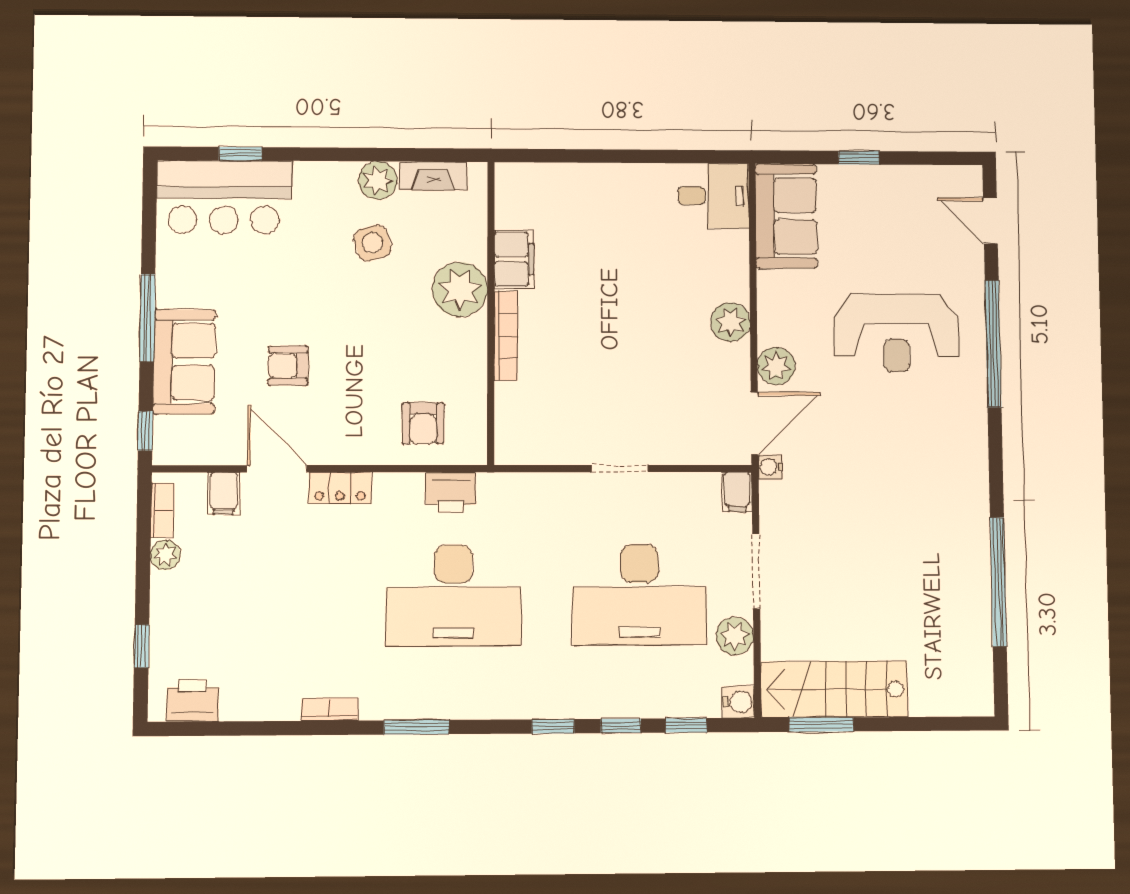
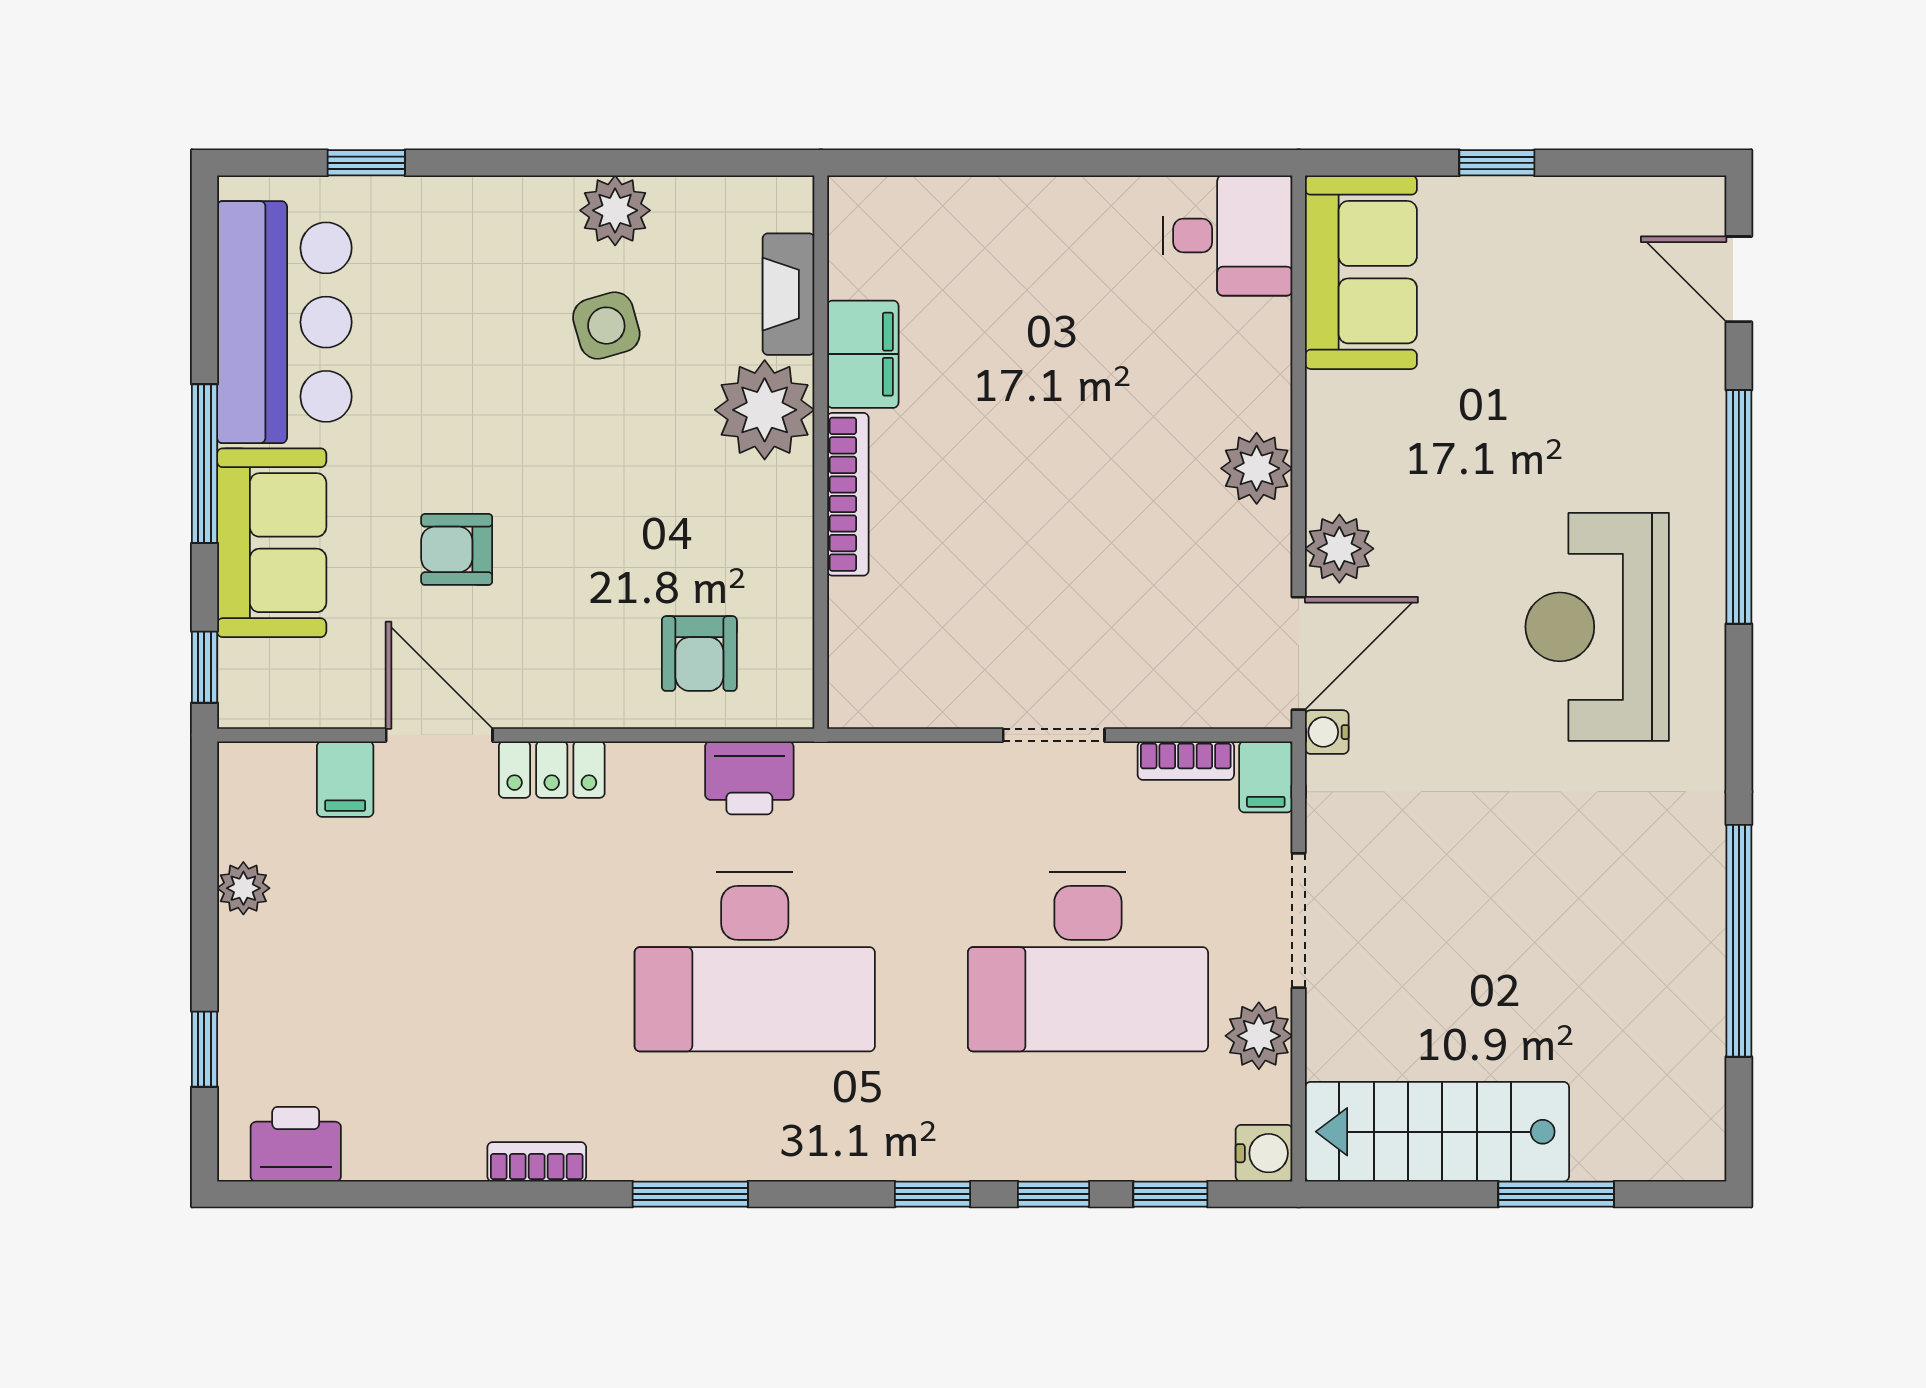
fireplace: (433, 176) -> (788, 294), moved, turned 90
bar counter: (224, 197) -> (284, 322), moved, turned -90
reception desk: (896, 333) -> (1597, 627), moved, turned 90
bookcase: (162, 510) -> (1186, 761), moved, turned 90
window: (821, 725) -> (1556, 1194), moved

